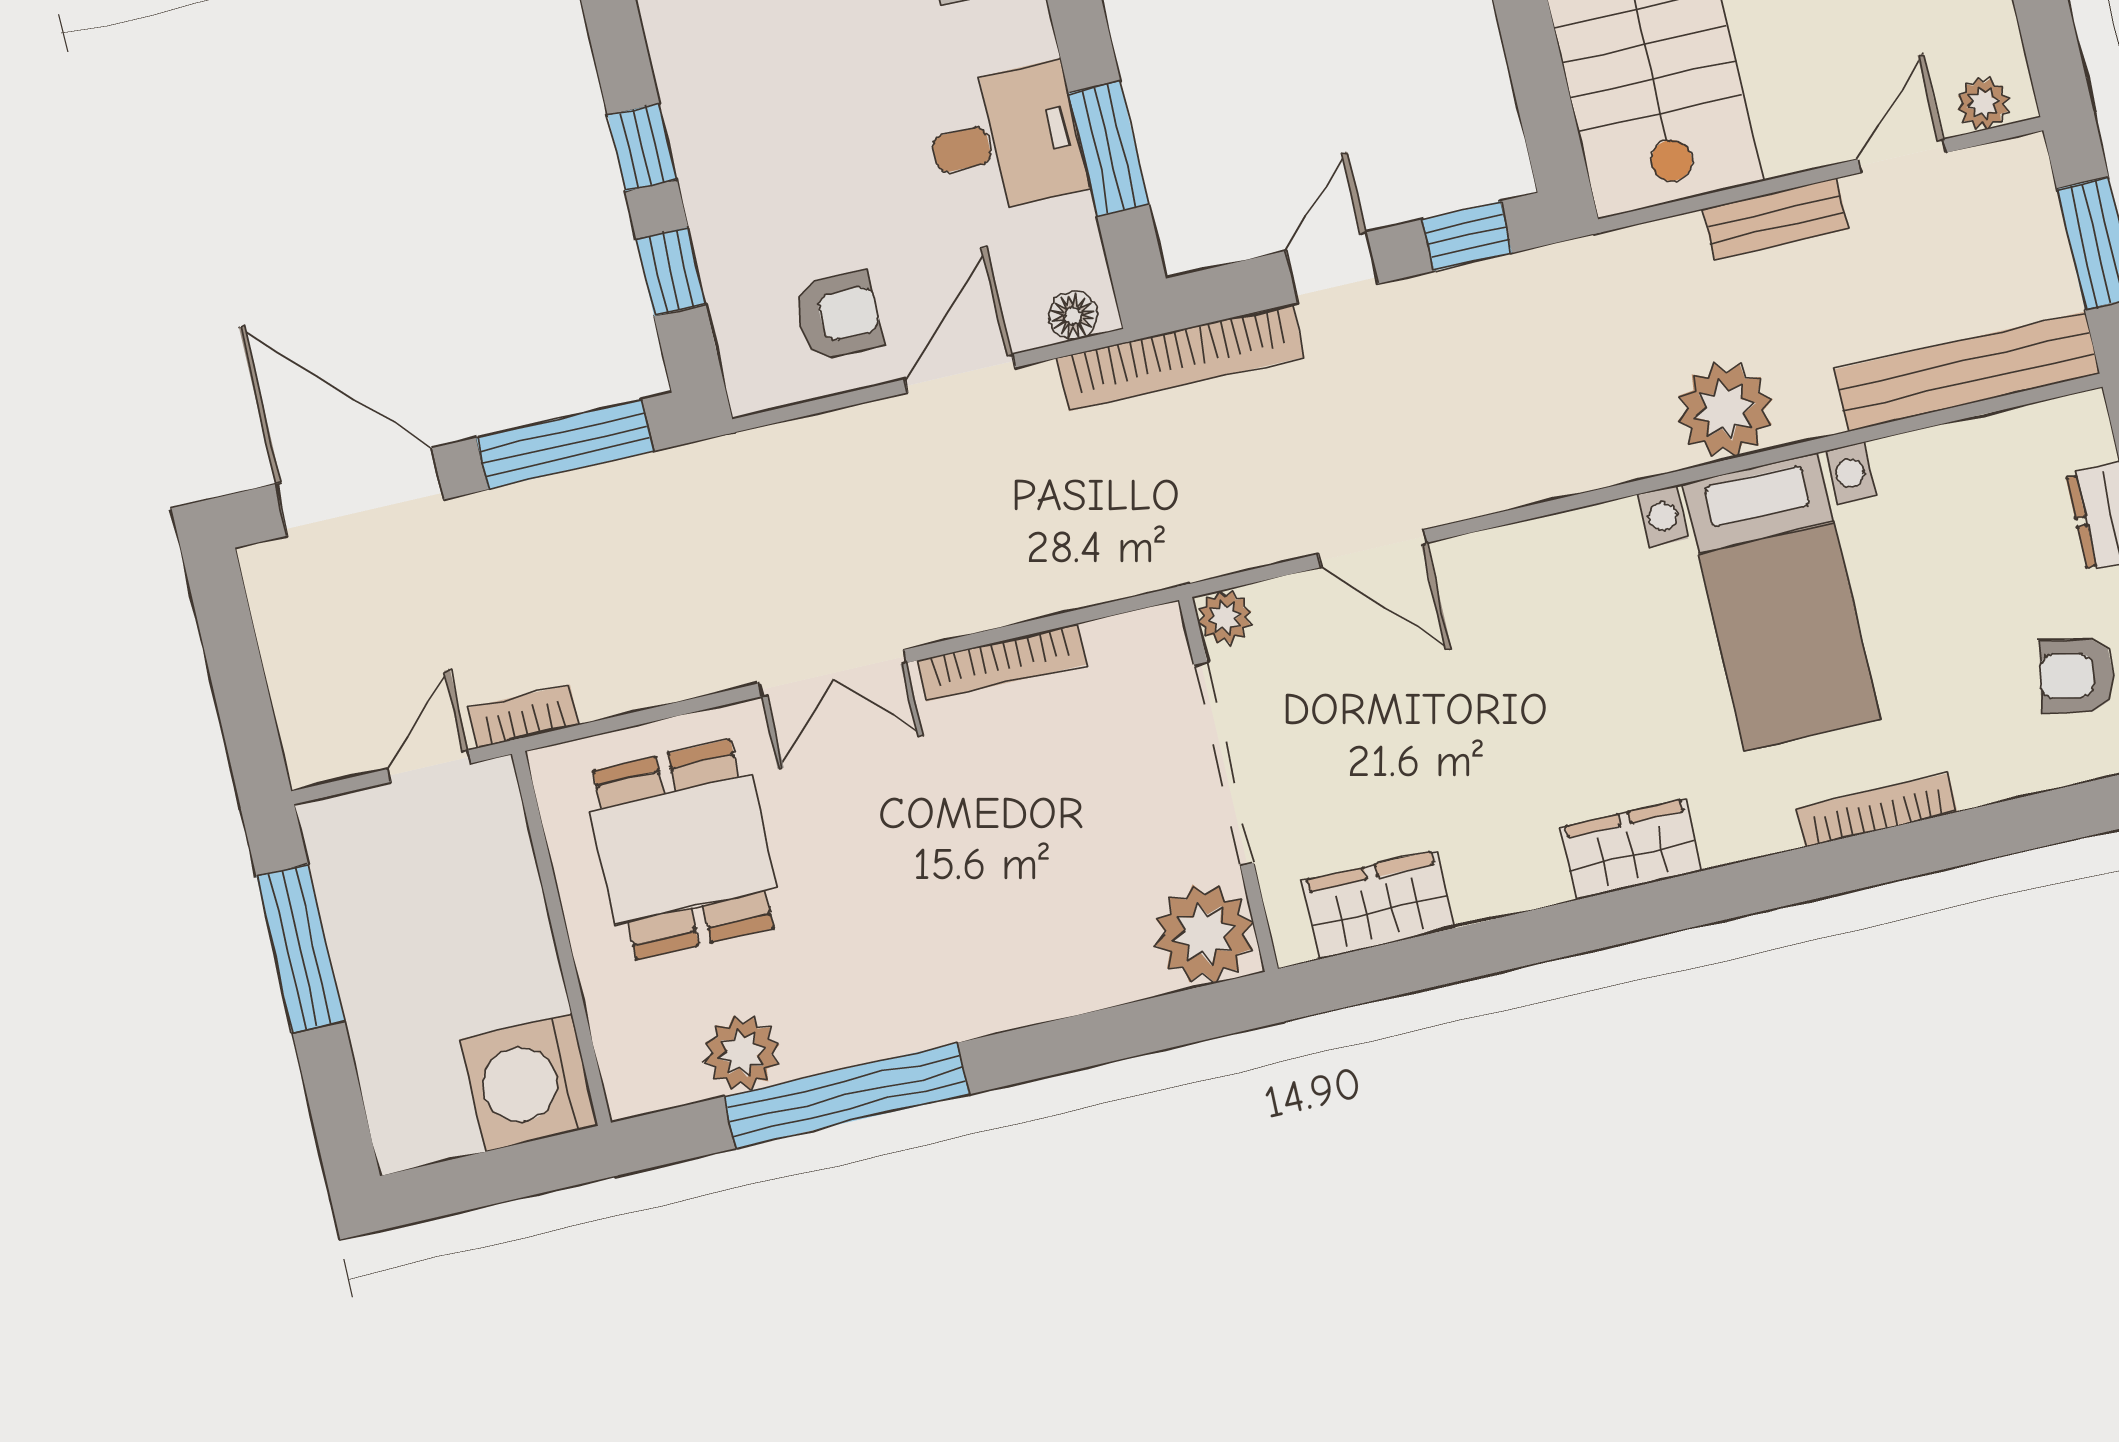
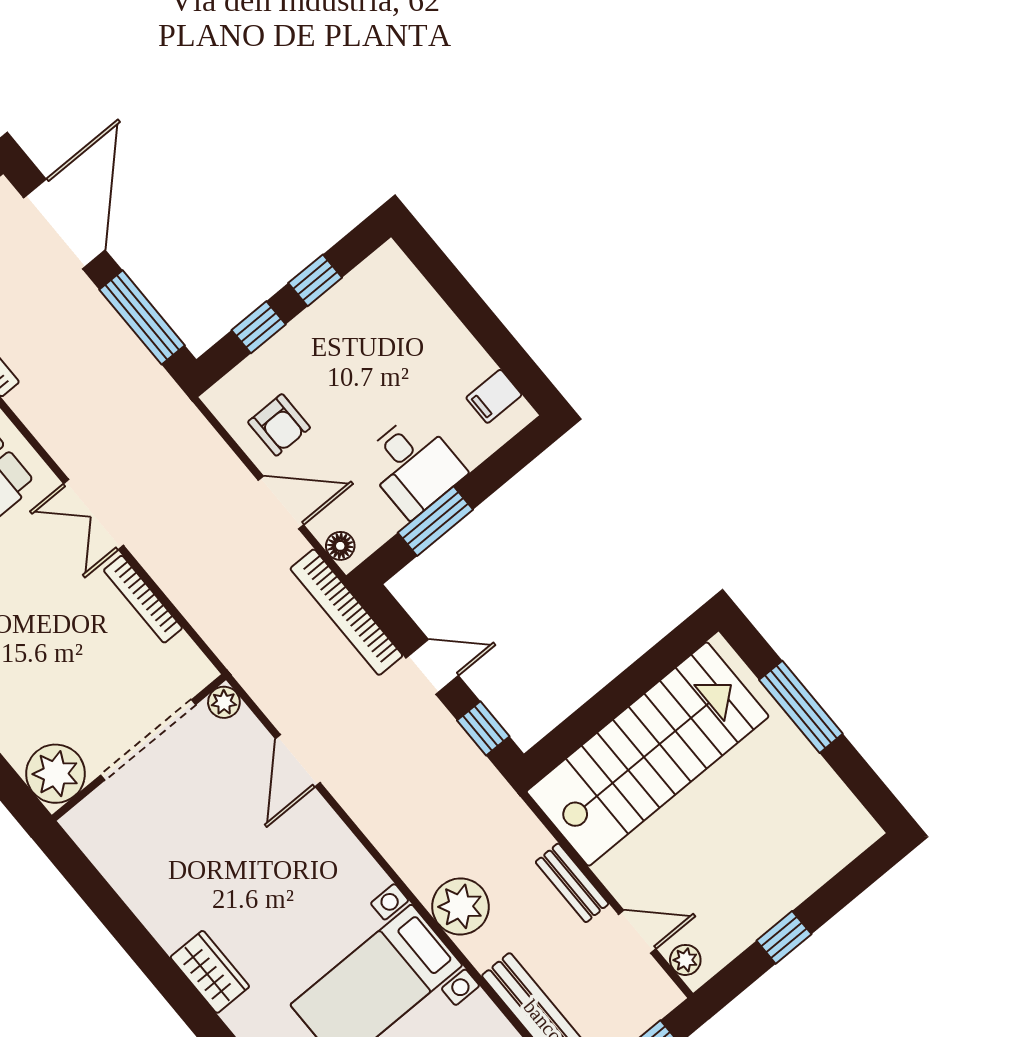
wardrobe: (1378, 905) -> (116, 856), removed

